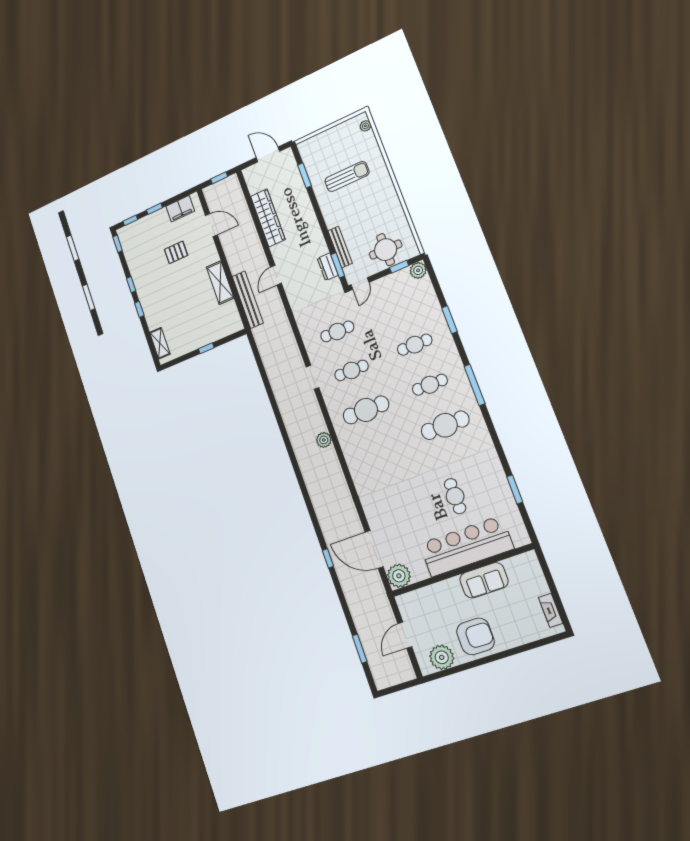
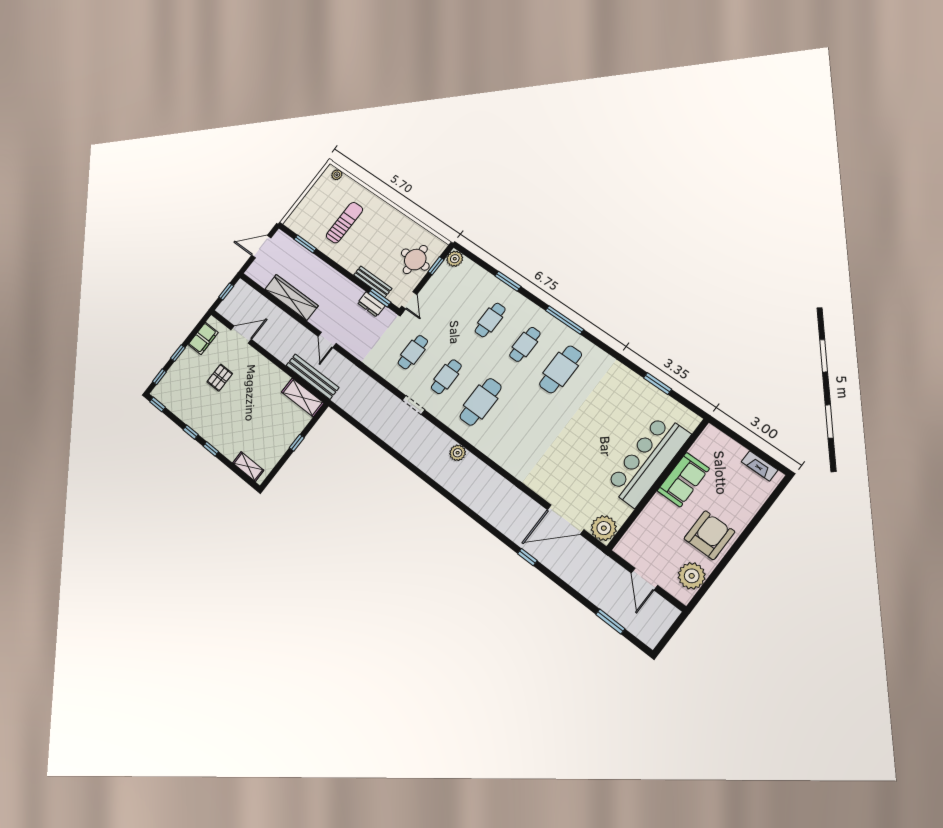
shelving: (220, 283) -> (303, 398), moved
cafe table: (455, 496) -> (609, 424), removed

